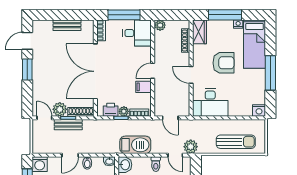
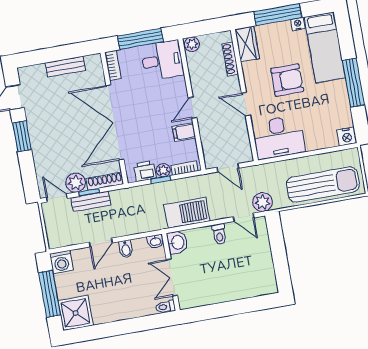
sun lounger: (236, 142) -> (323, 184), width x1.36, depth x1.34

